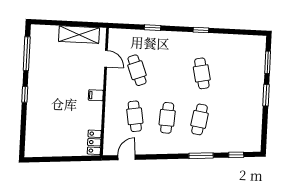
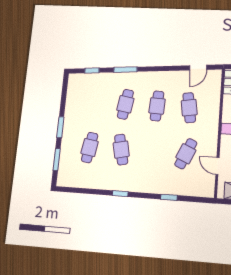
cafe table: (137, 70) -> (186, 154), turned 45
cafe table: (234, 75) -> (90, 148), added

